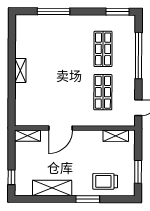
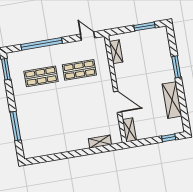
shelving: (20, 71) -> (100, 142), moved
trolley: (105, 181) -> (158, 54), removed

